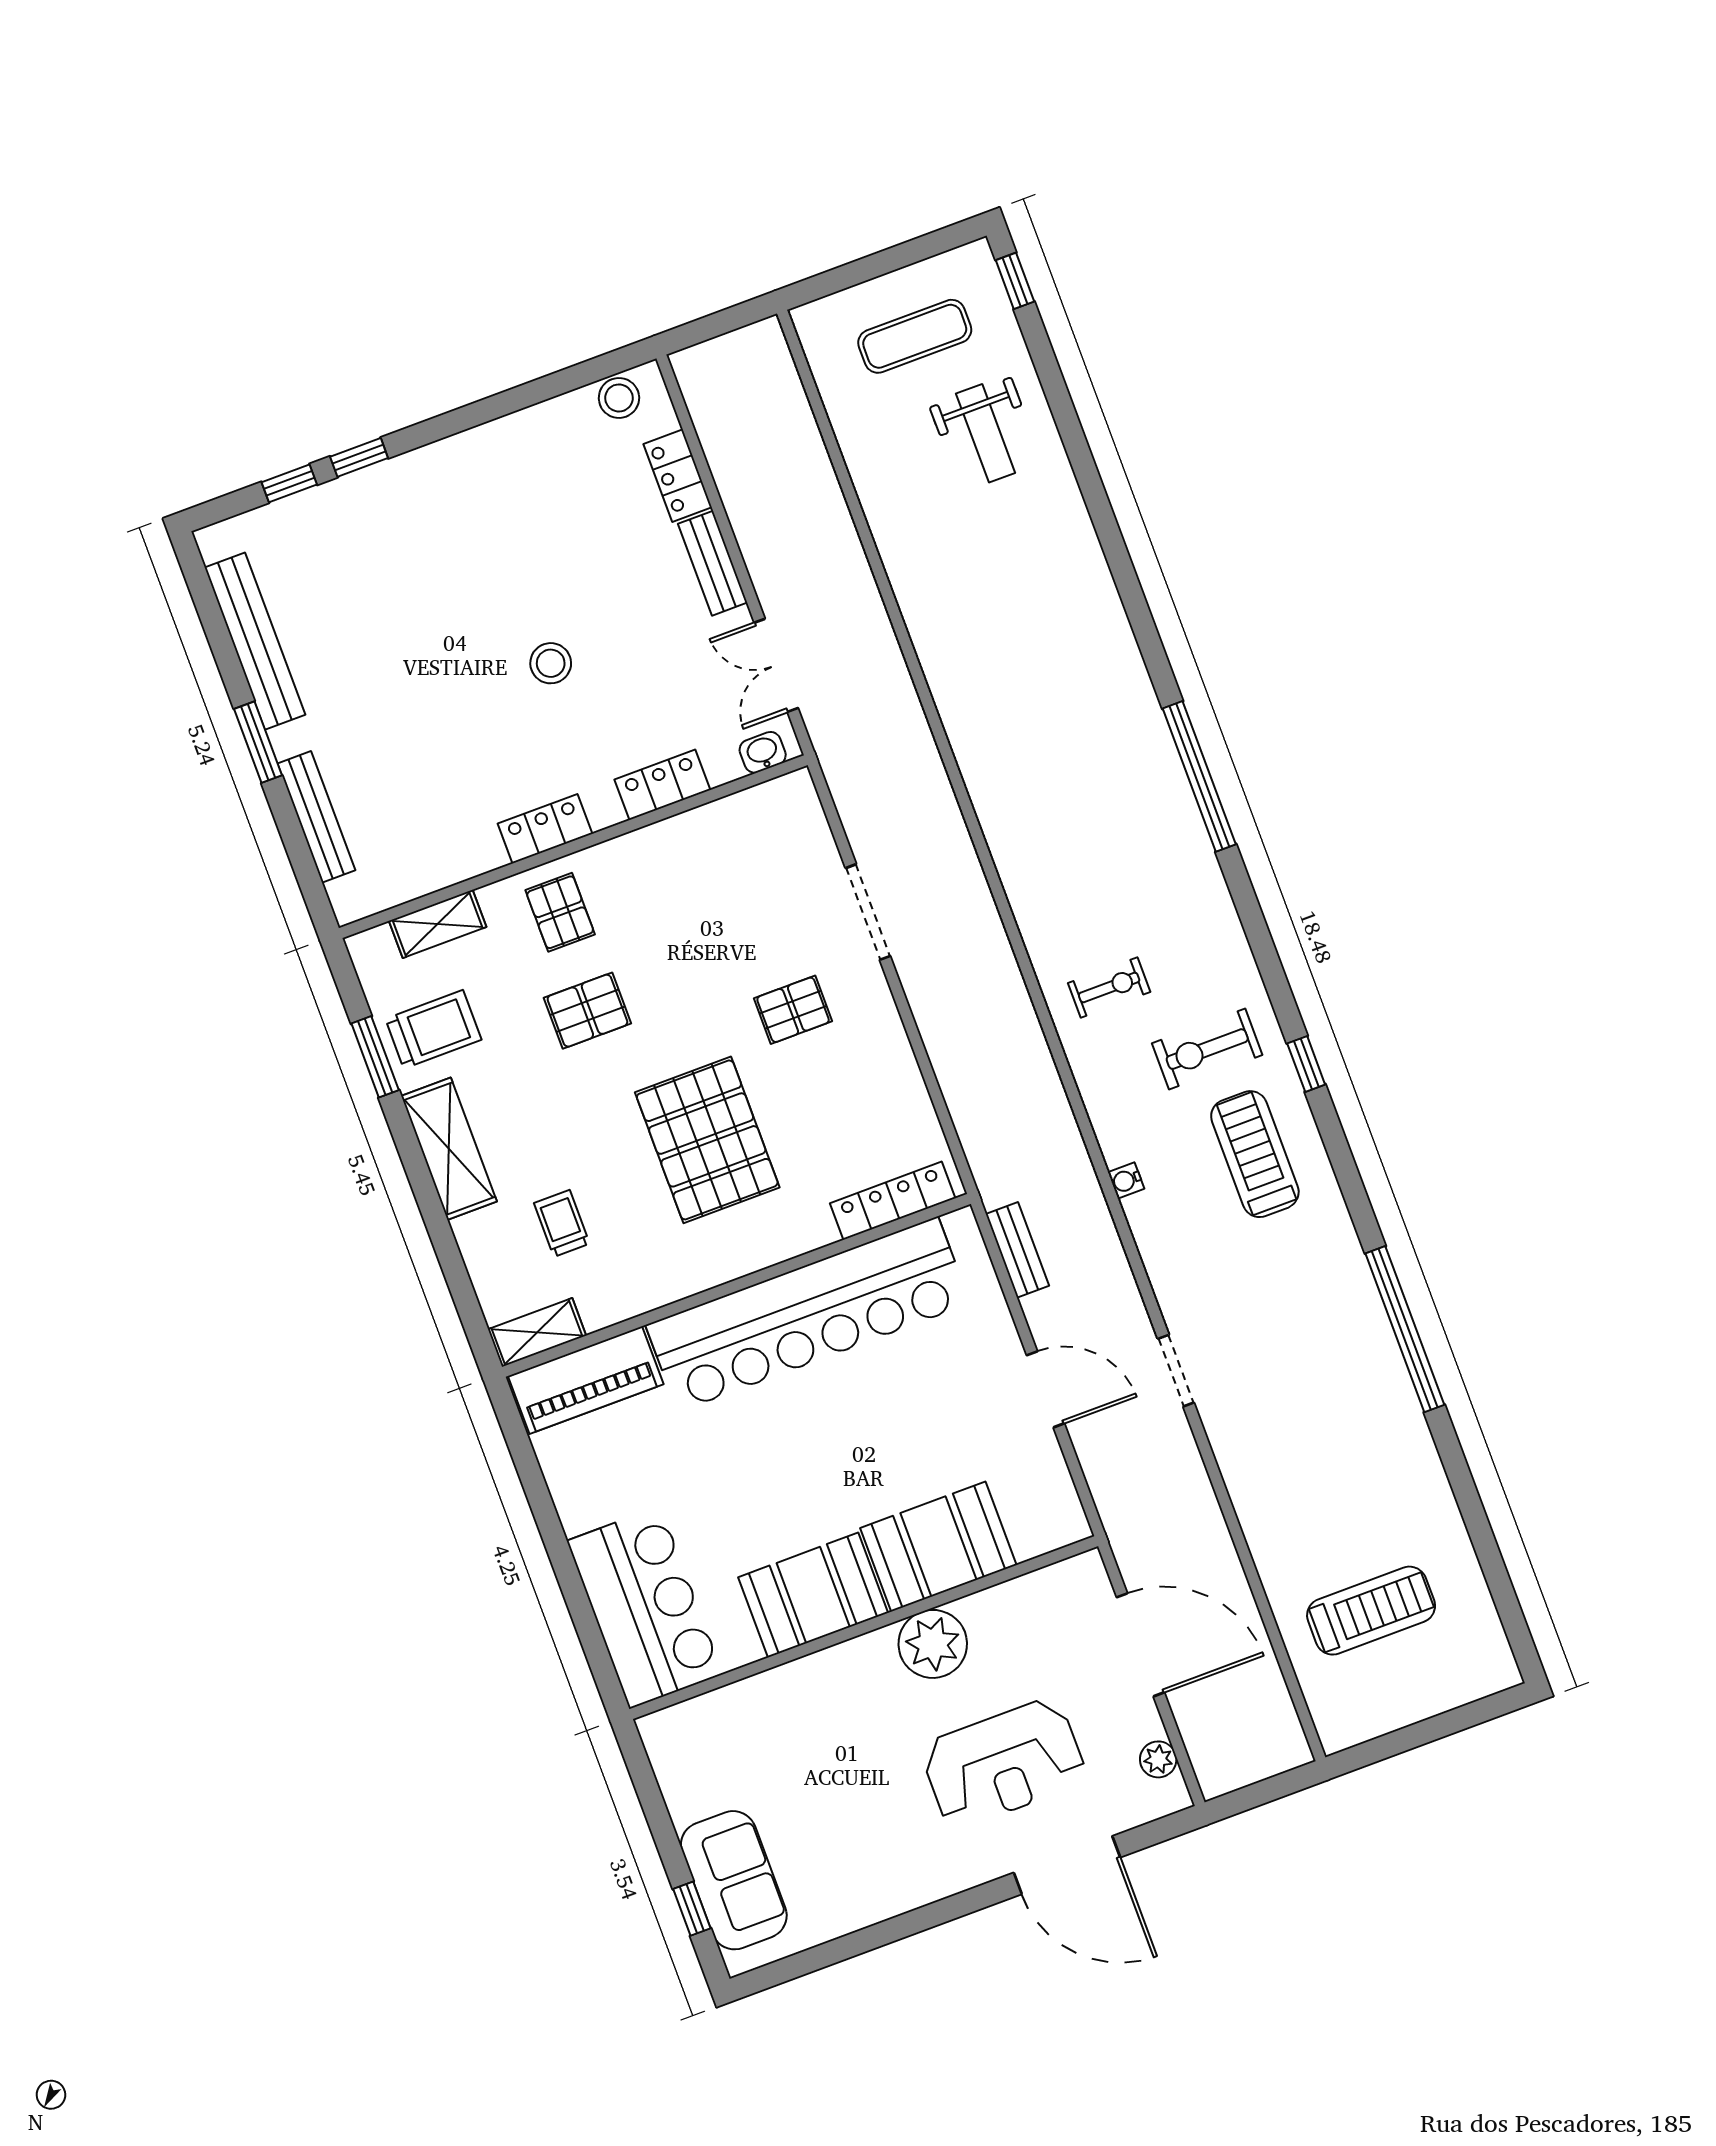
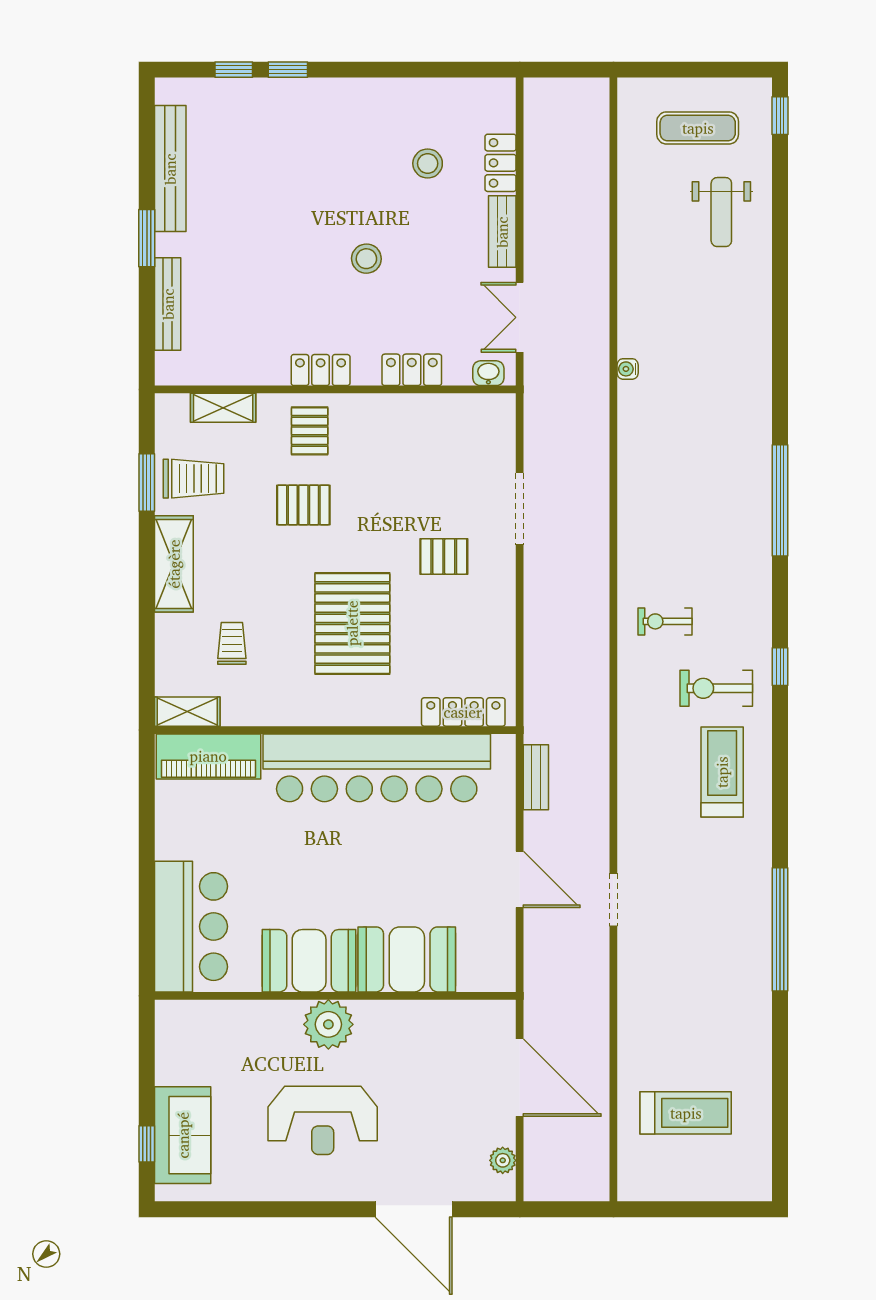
stool: (619, 398) -> (428, 163), moved
exercise bike: (1109, 988) -> (665, 621), turned 180
window: (1306, 1064) -> (780, 667), moved
water cooler: (1126, 1180) -> (628, 369), moved
plant: (933, 1644) -> (328, 1024), moved
reception desk: (1004, 1763) -> (323, 1120), moved

